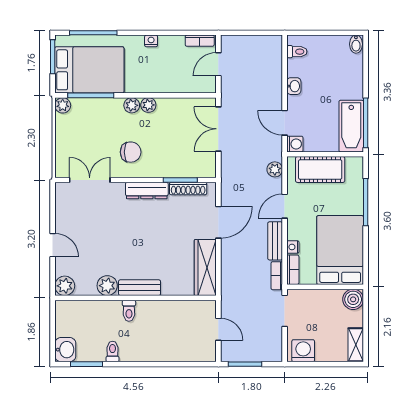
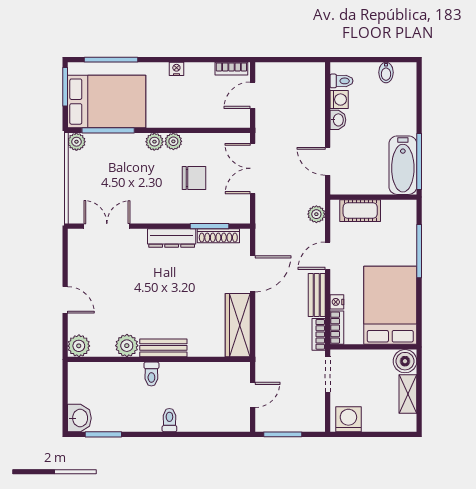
bidet: (356, 44) -> (386, 72), moved
washing machine: (295, 144) -> (339, 100), moved
chair: (131, 152) -> (194, 178), moved
cot: (320, 169) -> (360, 211), width x0.73, depth x0.75
door: (218, 329) -> (253, 395), hinge flipped
shelving: (356, 345) -> (408, 394), moved
toilet: (113, 351) -> (169, 420), moved

